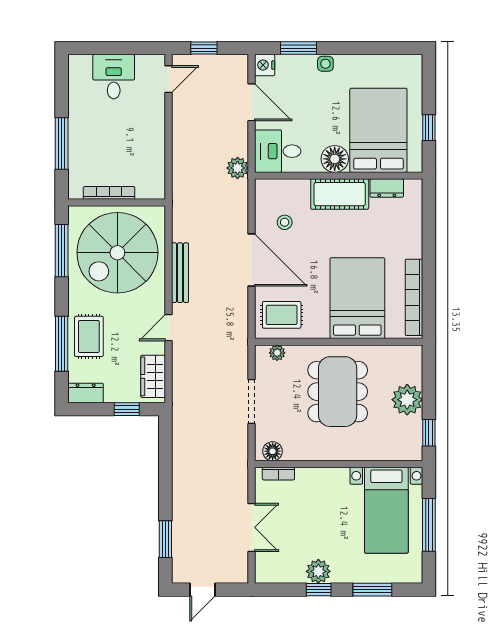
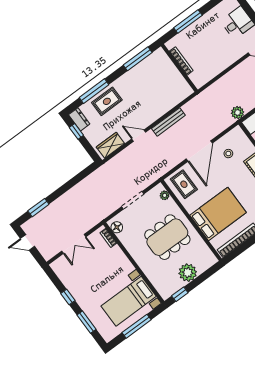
spiral stairs: (117, 253) -> (156, 86), removed
window: (127, 409) -> (76, 131), moved
plant: (318, 571) -> (76, 290), removed

